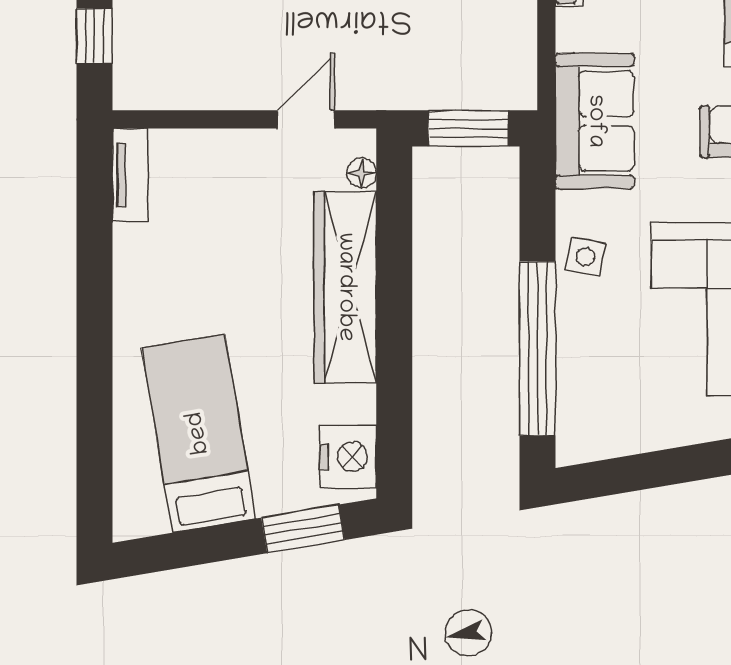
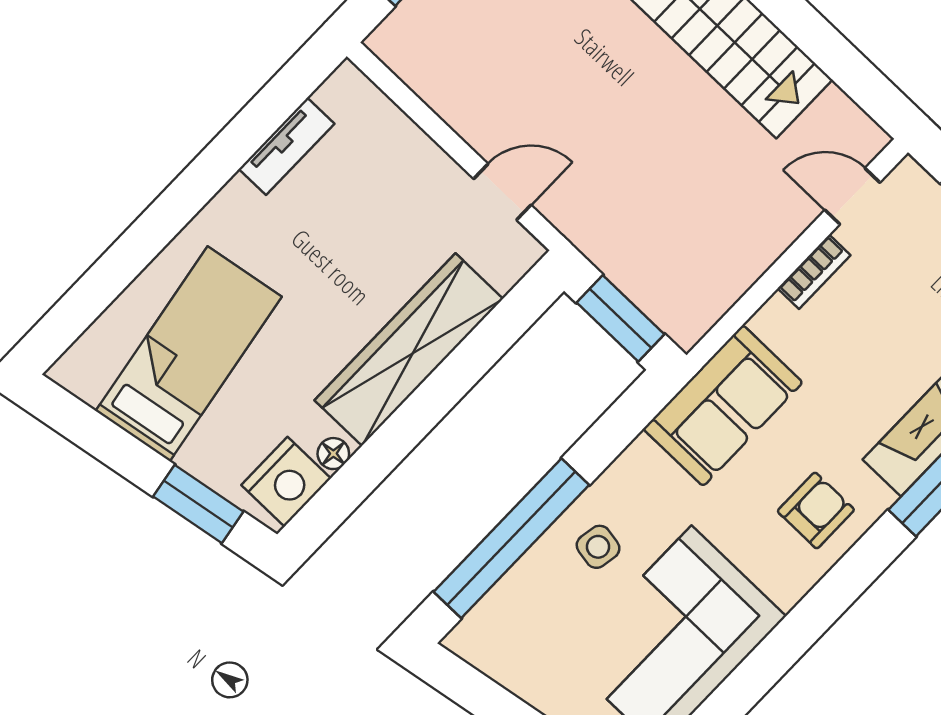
floor lamp: (362, 173) -> (333, 454), moved
tv unit: (130, 175) -> (287, 146), moved
side table: (585, 257) -> (598, 547), moved

